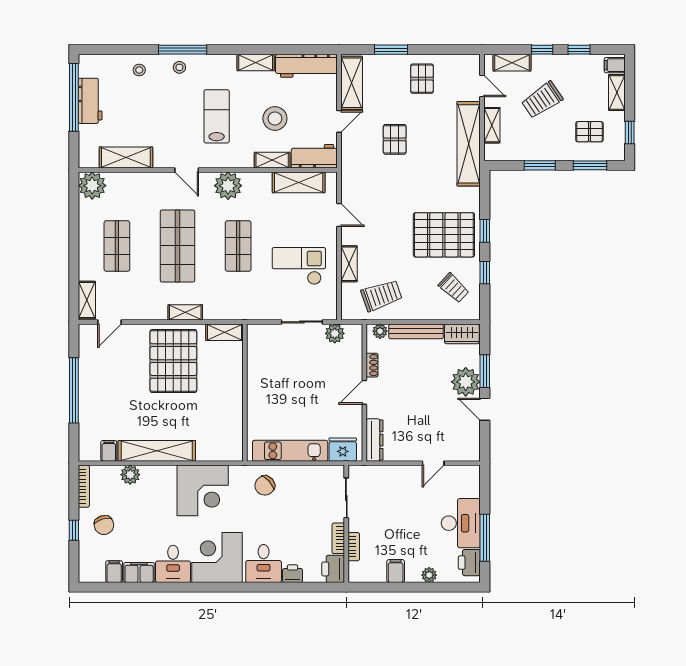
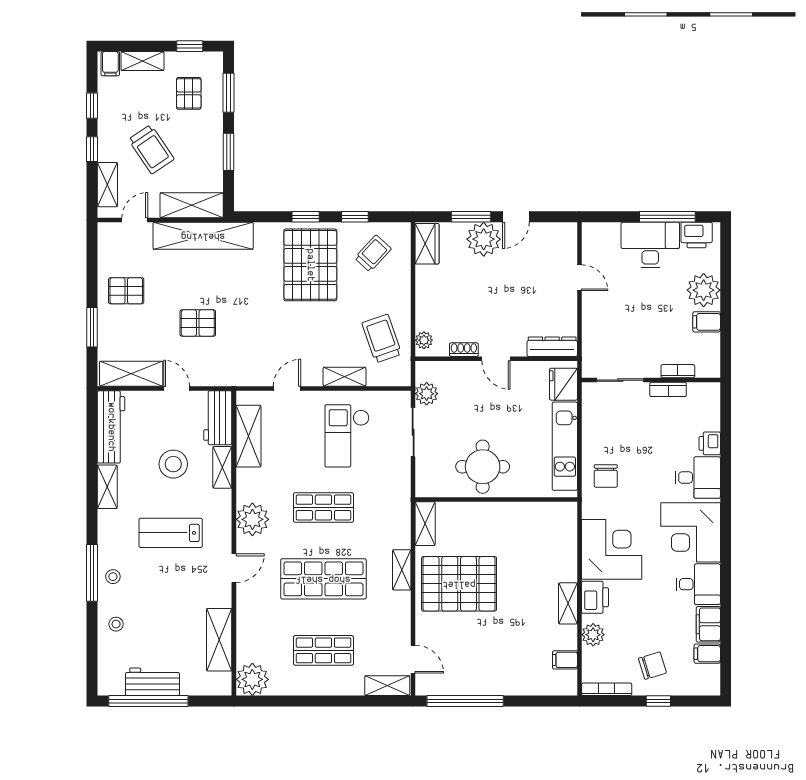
shelving: (492, 125) -> (192, 205), width x1.50, depth x1.33
bench: (416, 331) -> (424, 298), removed
round table: (273, 381) -> (483, 467), added
window: (74, 390) -> (465, 701), moved
shelving: (157, 451) -> (568, 603), width x0.45, depth x0.75
chair: (265, 485) -> (606, 476), turned 42
printer: (333, 569) -> (595, 597), moved, turned -90
plant: (429, 575) -> (704, 290), width x1.88, depth x1.88

